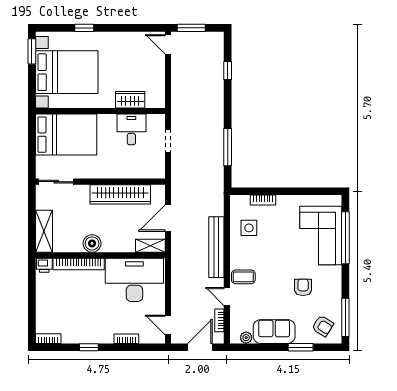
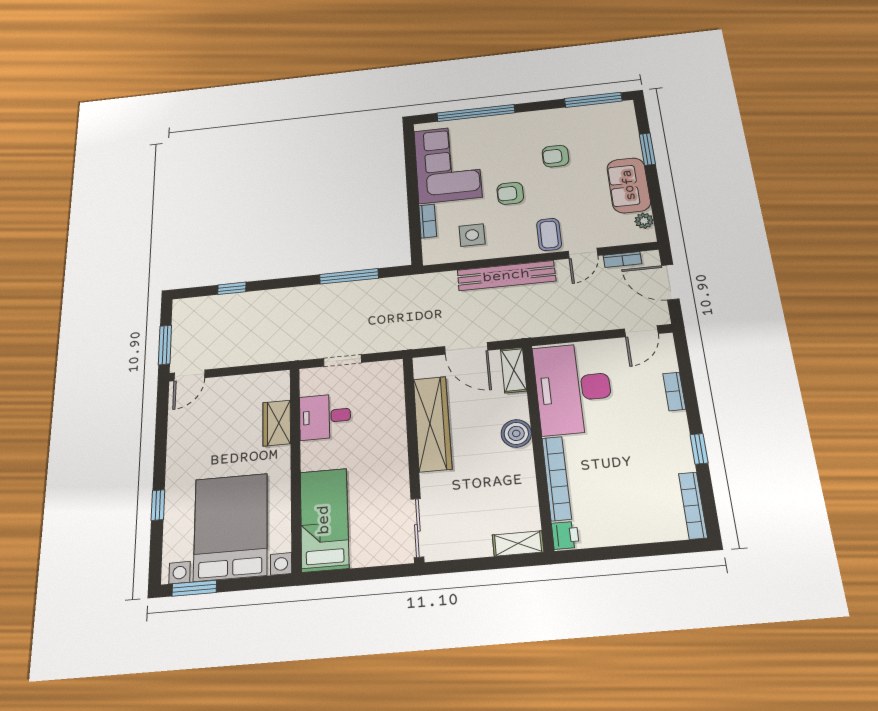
bed: (66, 135) -> (324, 520), width x0.67
shelving: (44, 231) -> (518, 543), width x0.67, depth x0.75
corner sofa: (321, 236) -> (448, 164), moved, turned -90
boiler: (92, 243) -> (516, 433), moved
armchair: (323, 326) -> (510, 193), moved, turned -122
bookcase: (48, 339) -> (693, 505), width x1.56

